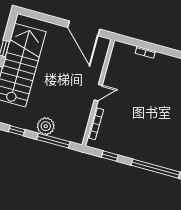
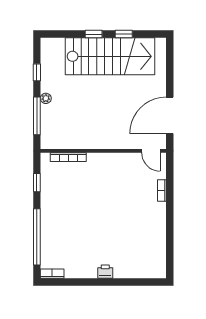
door: (98, 93) -> (151, 151), moved
plant: (46, 126) -> (46, 98), width x0.53, depth x0.53

